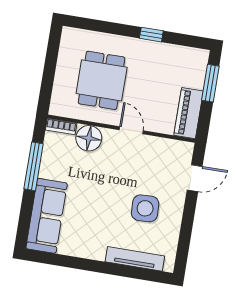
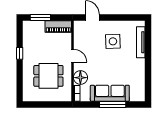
door: (131, 130) -> (72, 56), swing flipped
window: (34, 166) -> (113, 105), moved
sofa: (47, 216) -> (110, 93), moved

